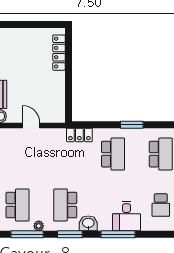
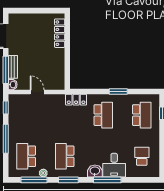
school desk: (18, 205) -> (26, 156), turned 180
school desk: (161, 205) -> (142, 156), turned 180
washbasin: (88, 223) -> (95, 171), moved

